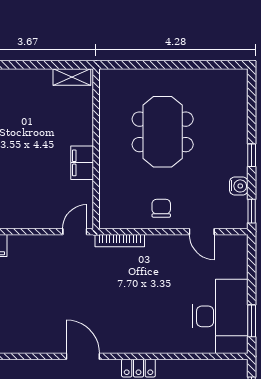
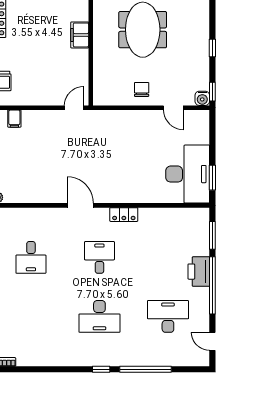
filing cabinet: (82, 163) -> (80, 35), moved
water cooler: (239, 186) -> (202, 98), moved, turned 90
bookcase: (120, 241) -> (109, 115), removed

